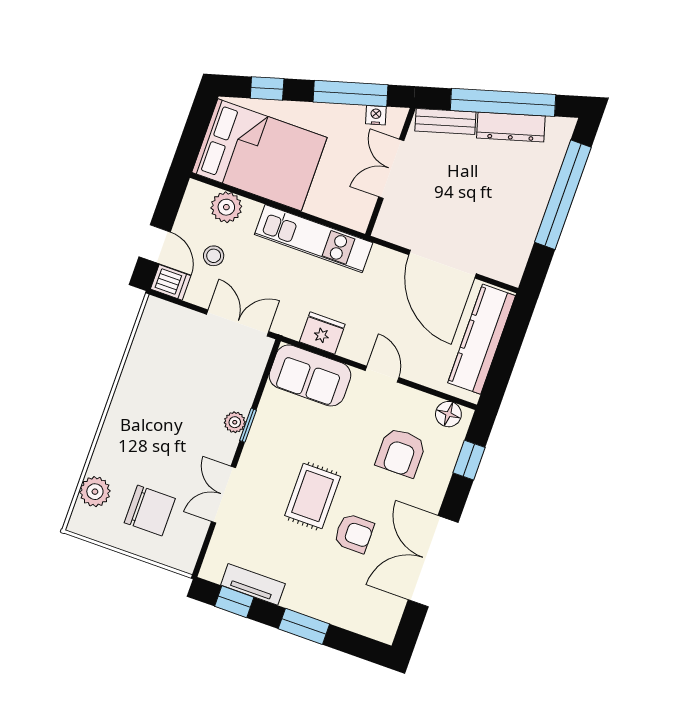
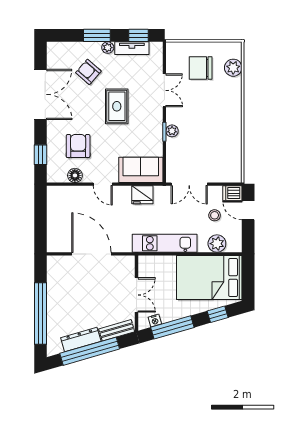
kitchen counter: (482, 339) -> (57, 221), removed
floor lamp: (448, 414) -> (75, 175), moved
armchair: (354, 533) -> (88, 72), moved, turned 41
plant: (293, 600) -> (108, 48), added

